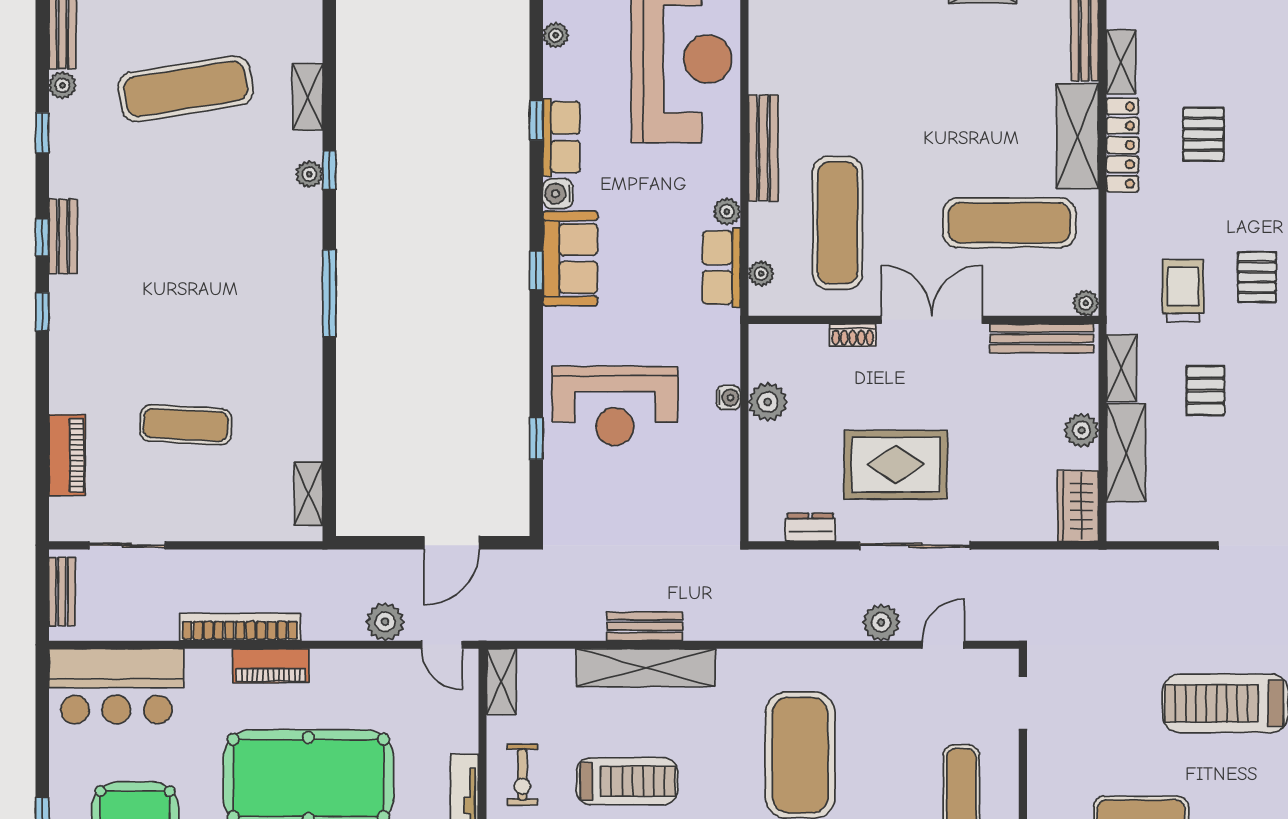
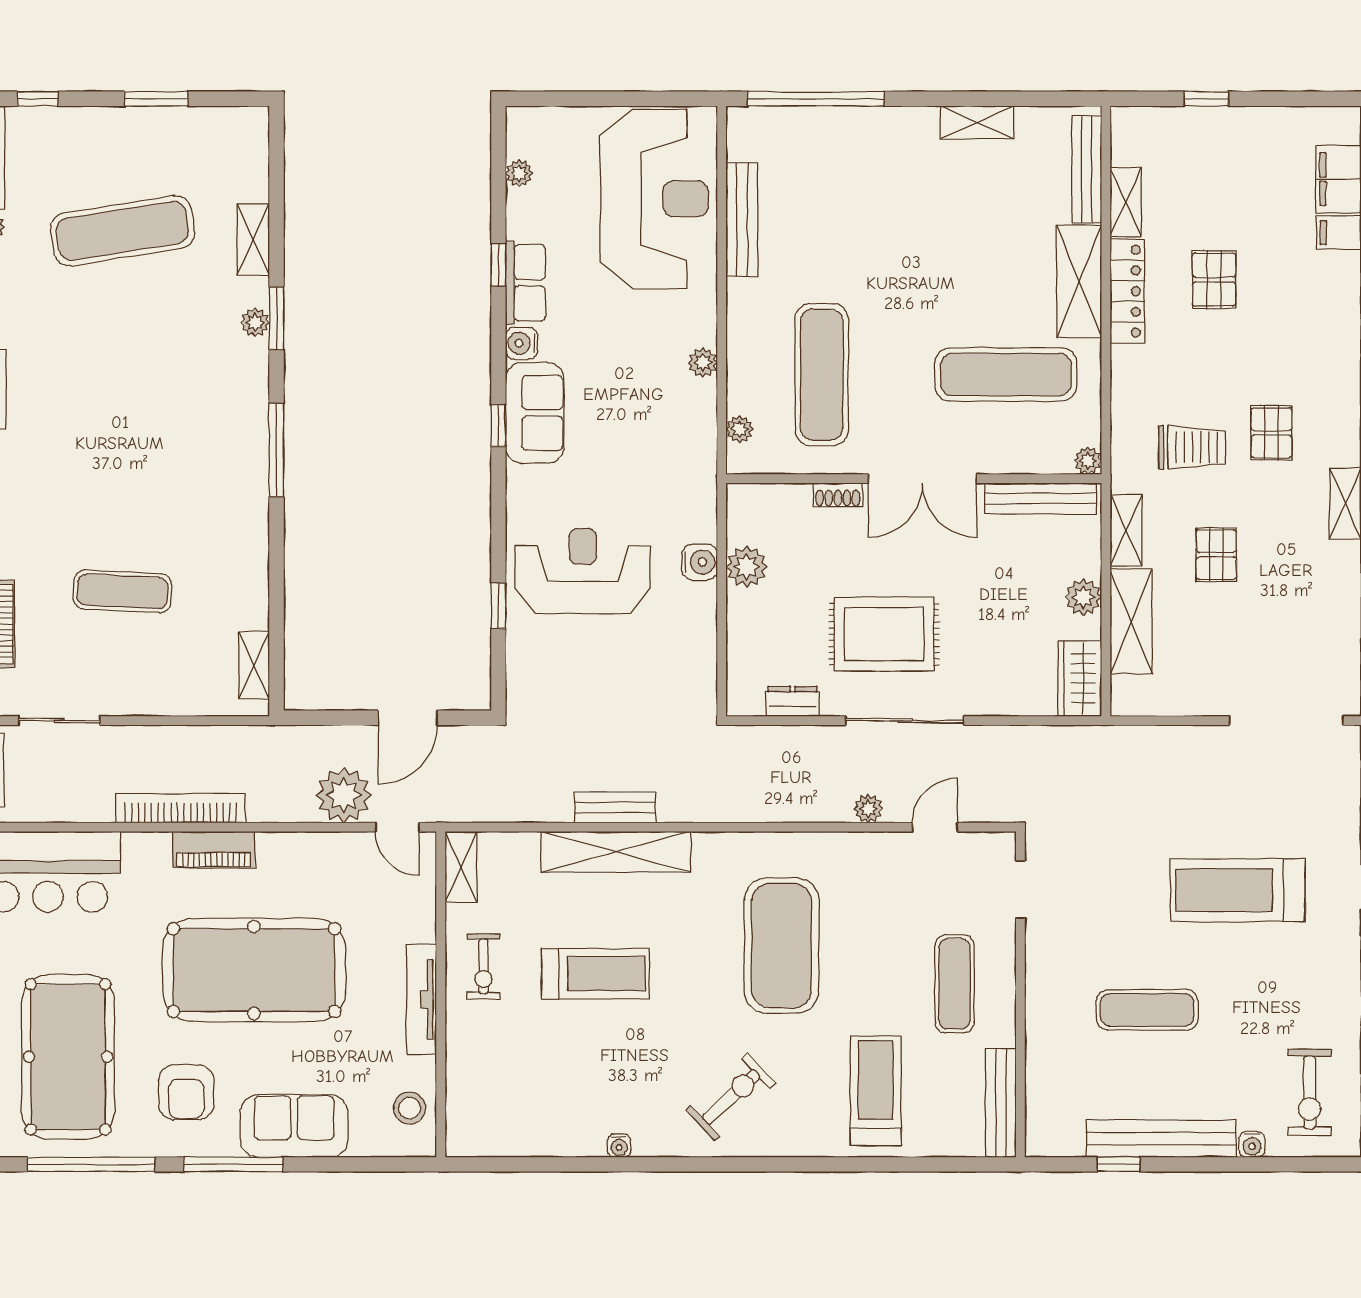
bench: (763, 148) -> (742, 220), moved
window: (329, 170) -> (276, 318), width x1.50
row of seats: (721, 268) -> (697, 423), removed
trolley: (1183, 291) -> (1192, 447), turned 90
double door: (932, 320) -> (923, 479), swing flipped
water cooler: (728, 398) -> (700, 562), width x1.38, depth x1.38
reception desk: (615, 406) -> (583, 571), turned 180
plant: (385, 622) -> (344, 795), width x1.36, depth x1.36
plant: (881, 622) -> (868, 809), width x0.73, depth x0.73

